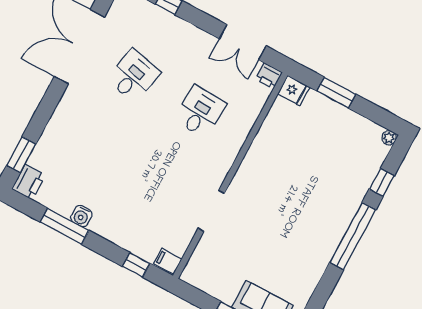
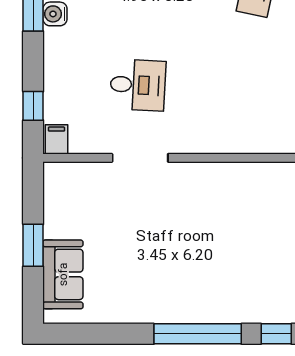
desk: (200, 112) -> (138, 85), moved

